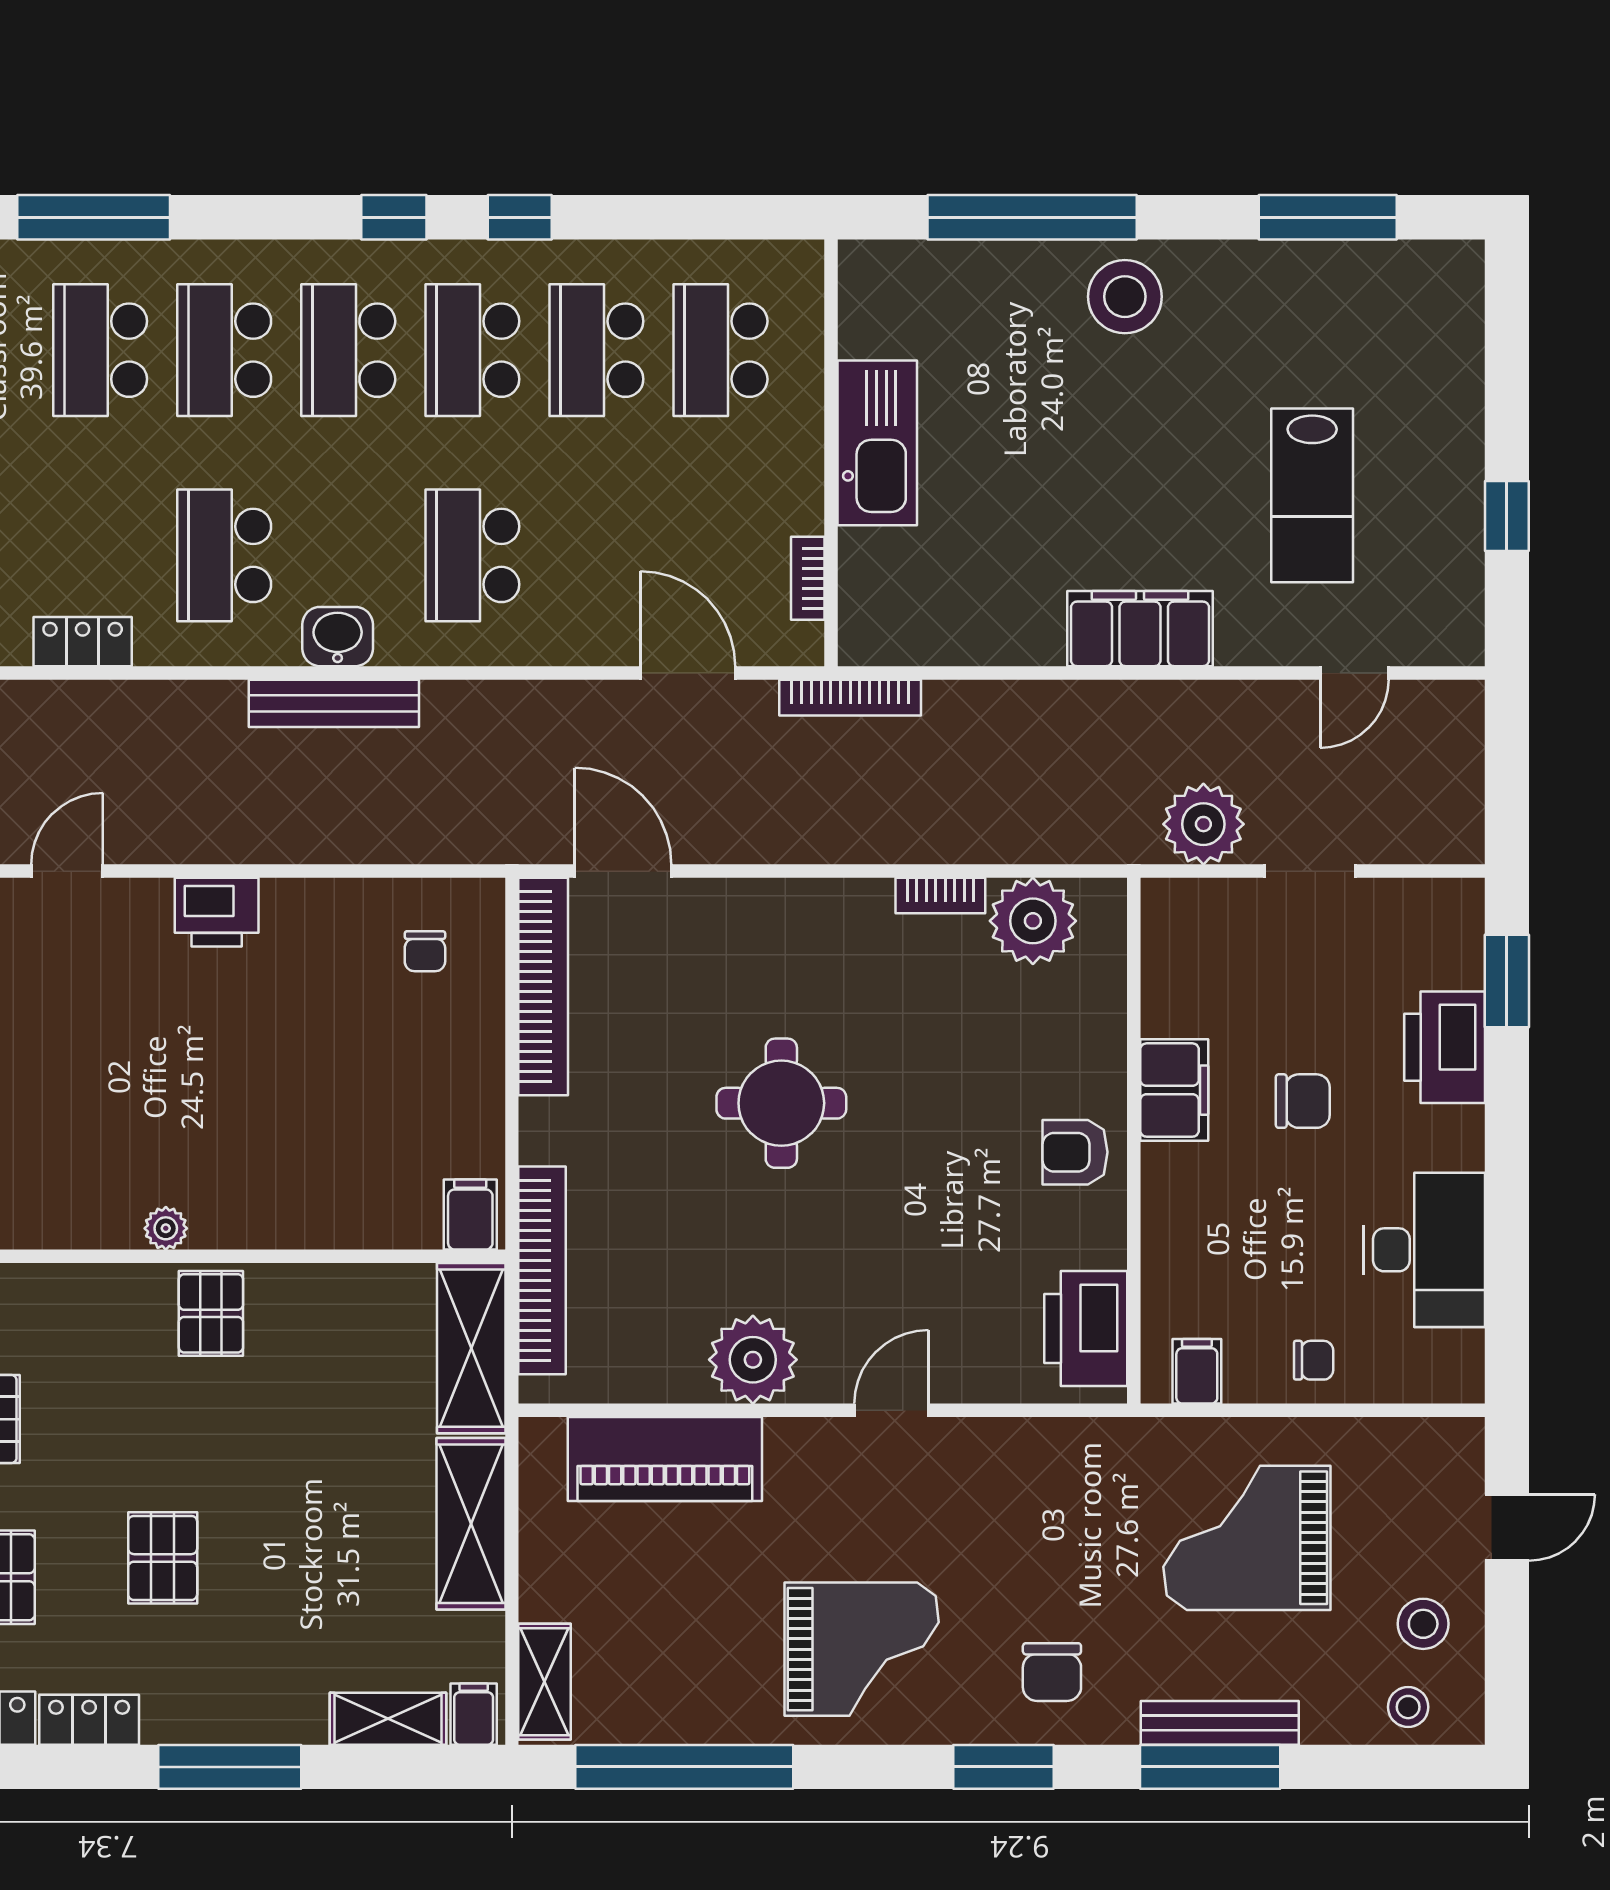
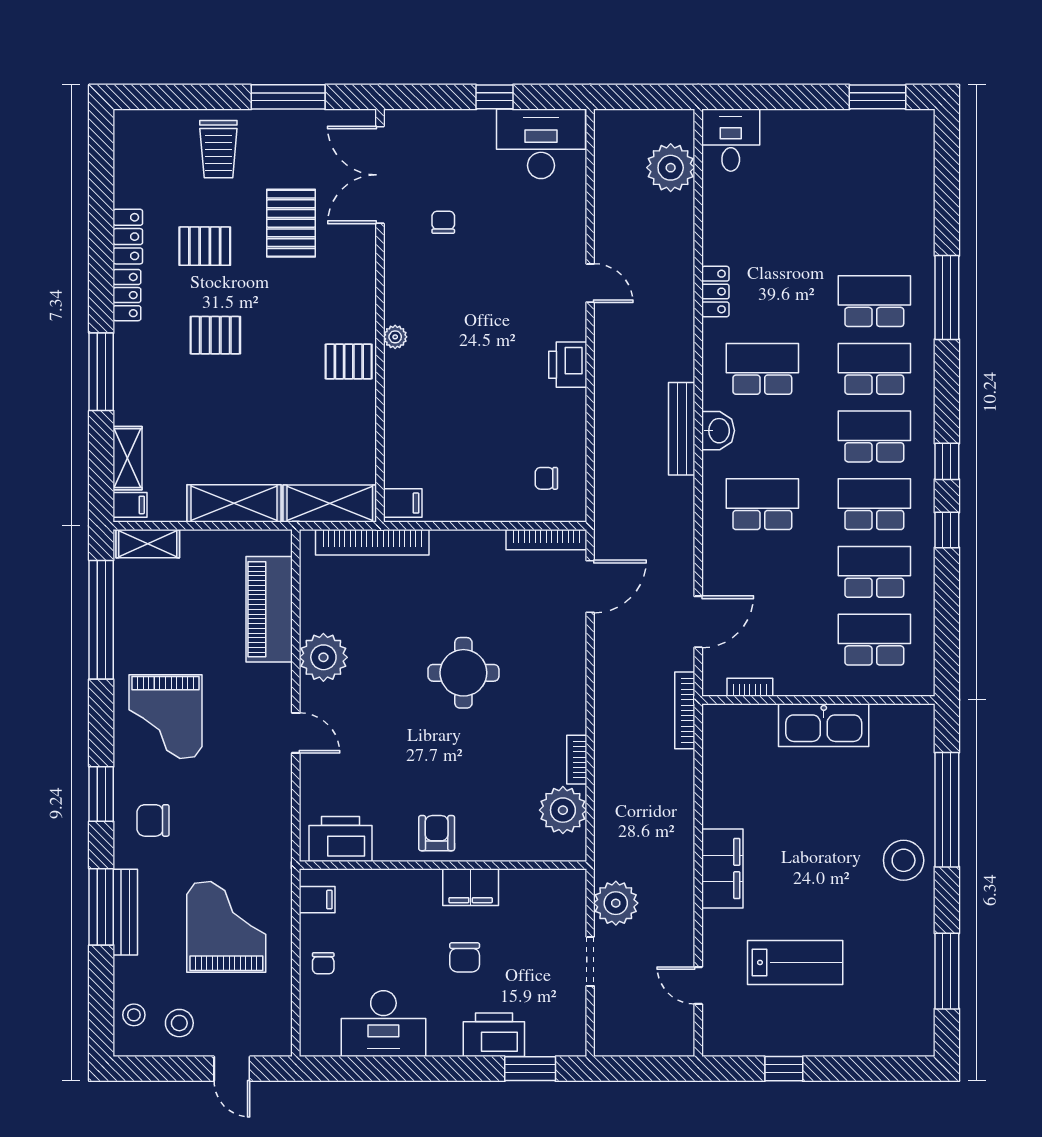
lab bench: (1312, 495) -> (795, 962), turned 180
bookcase: (543, 986) -> (546, 540), width x0.68, depth x0.76

